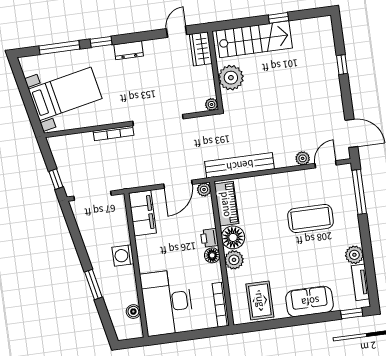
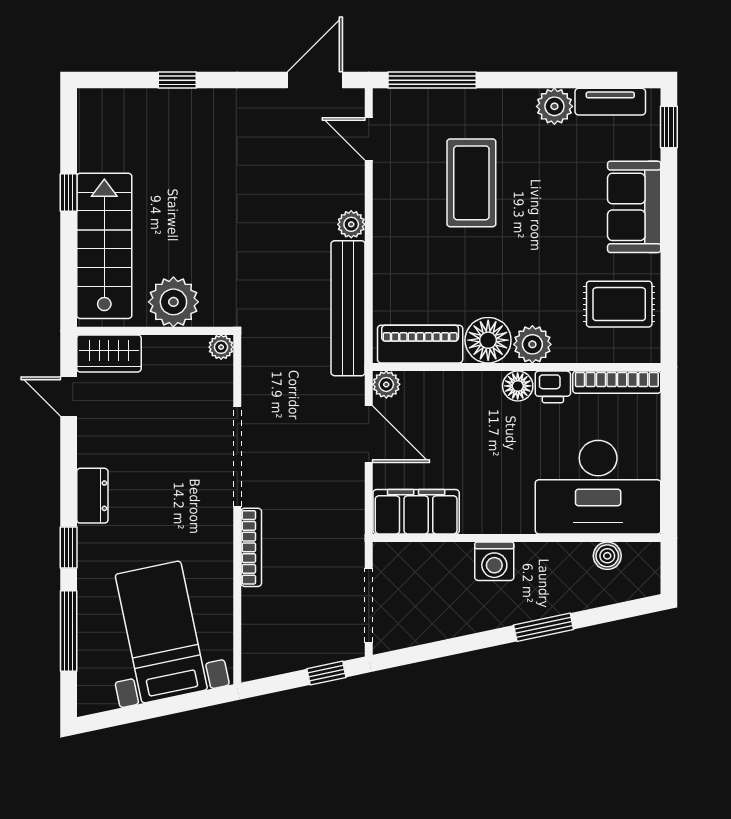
plant: (303, 158) -> (351, 224), moved
printer: (209, 238) -> (553, 387), moved

